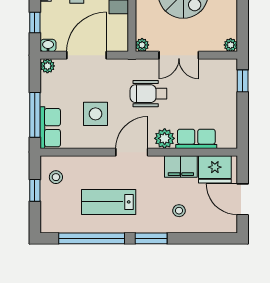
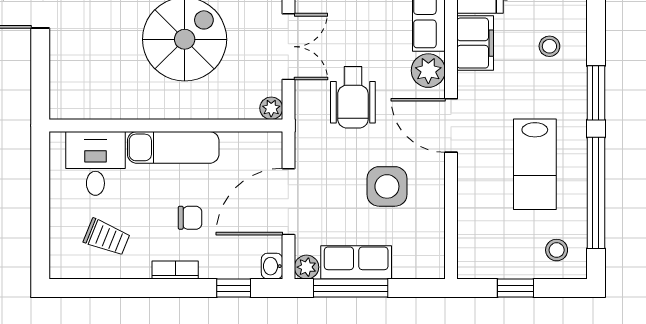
door: (86, 55) -> (288, 202), hinge flipped
window: (35, 115) -> (351, 288), moved
row of seats: (50, 128) -> (356, 262), moved
stool: (56, 177) -> (557, 250), moved

